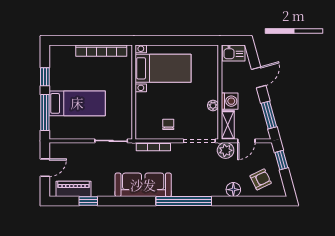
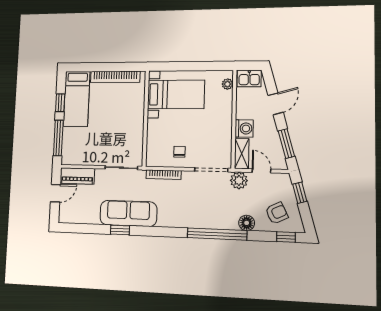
bed: (77, 103) -> (77, 99), moved, turned 90
plant: (213, 106) -> (227, 84), moved
door: (246, 141) -> (261, 171), swing flipped
sofa: (143, 185) -> (128, 213), moved
piano: (73, 189) -> (77, 176), moved, turned 180
window: (88, 201) -> (120, 230), moved
window: (184, 201) -> (217, 234), moved
window: (269, 201) -> (286, 237), added

